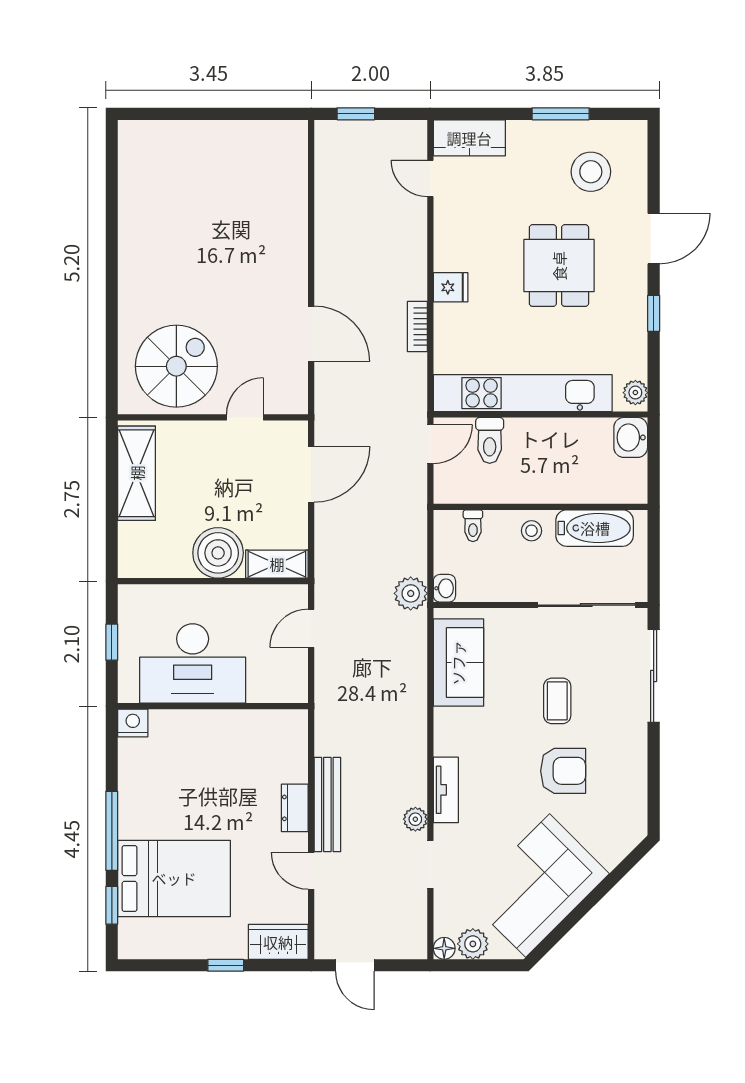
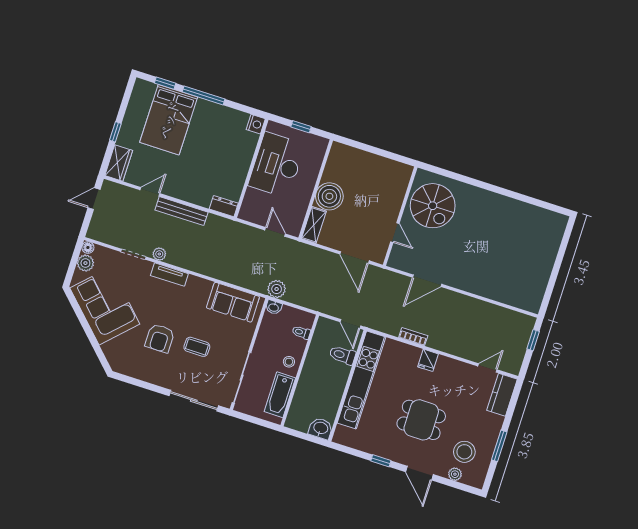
plant: (635, 393) -> (455, 474), moved
shelving: (137, 473) -> (384, 167), removed
dresser: (295, 808) -> (224, 206), moved

